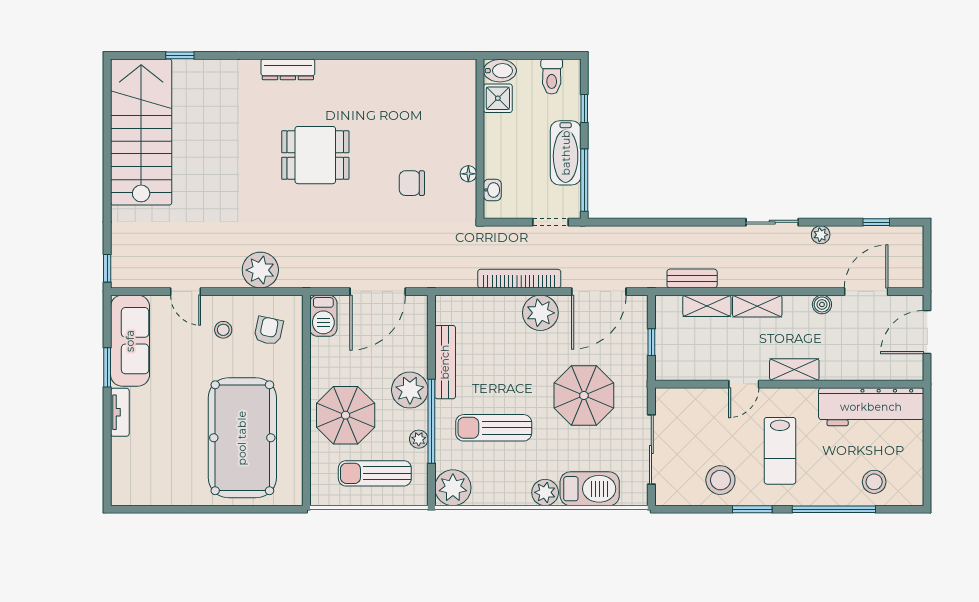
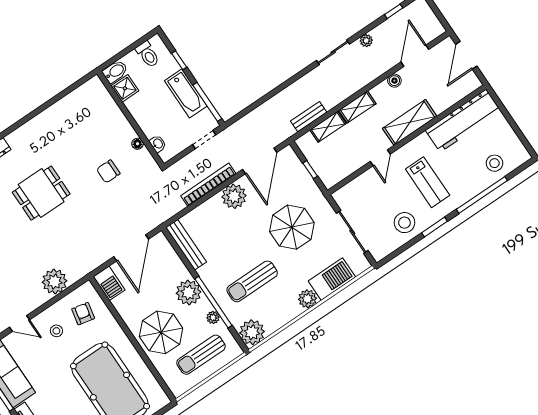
bench: (445, 362) -> (186, 245), moved
shelving: (794, 370) -> (410, 122), width x1.50, depth x1.33

